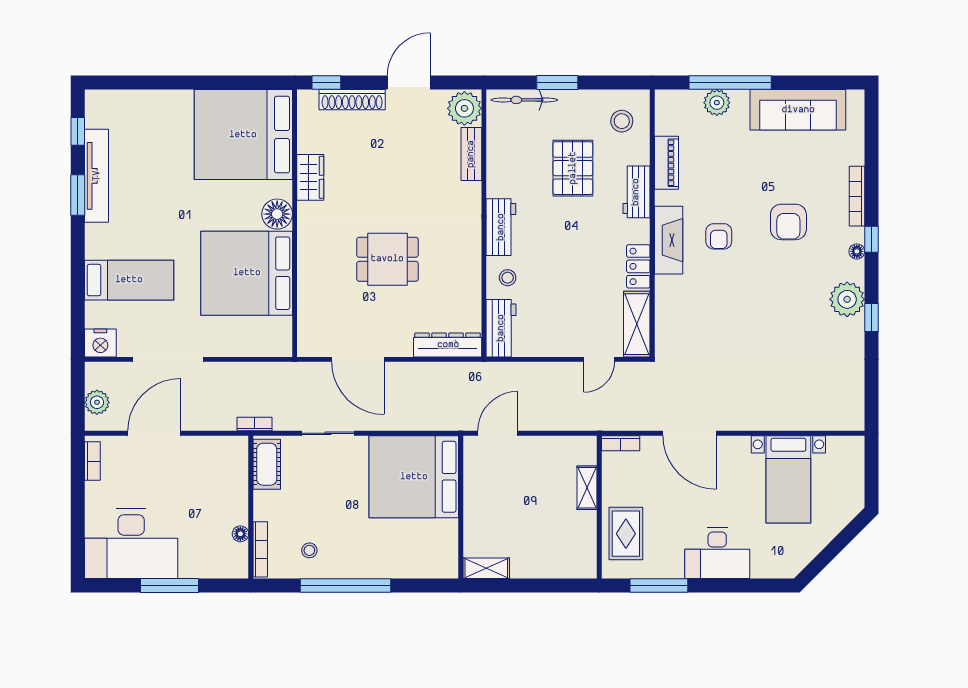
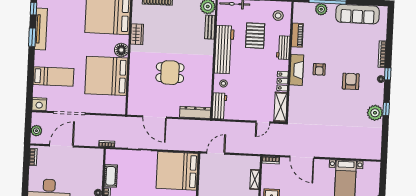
armchair: (788, 222) -> (351, 81), moved, turned 180
workbench: (501, 227) -> (224, 50), width x1.88, depth x1.32
plant: (847, 299) -> (375, 113), moved
cot: (267, 464) -> (111, 176), moved

